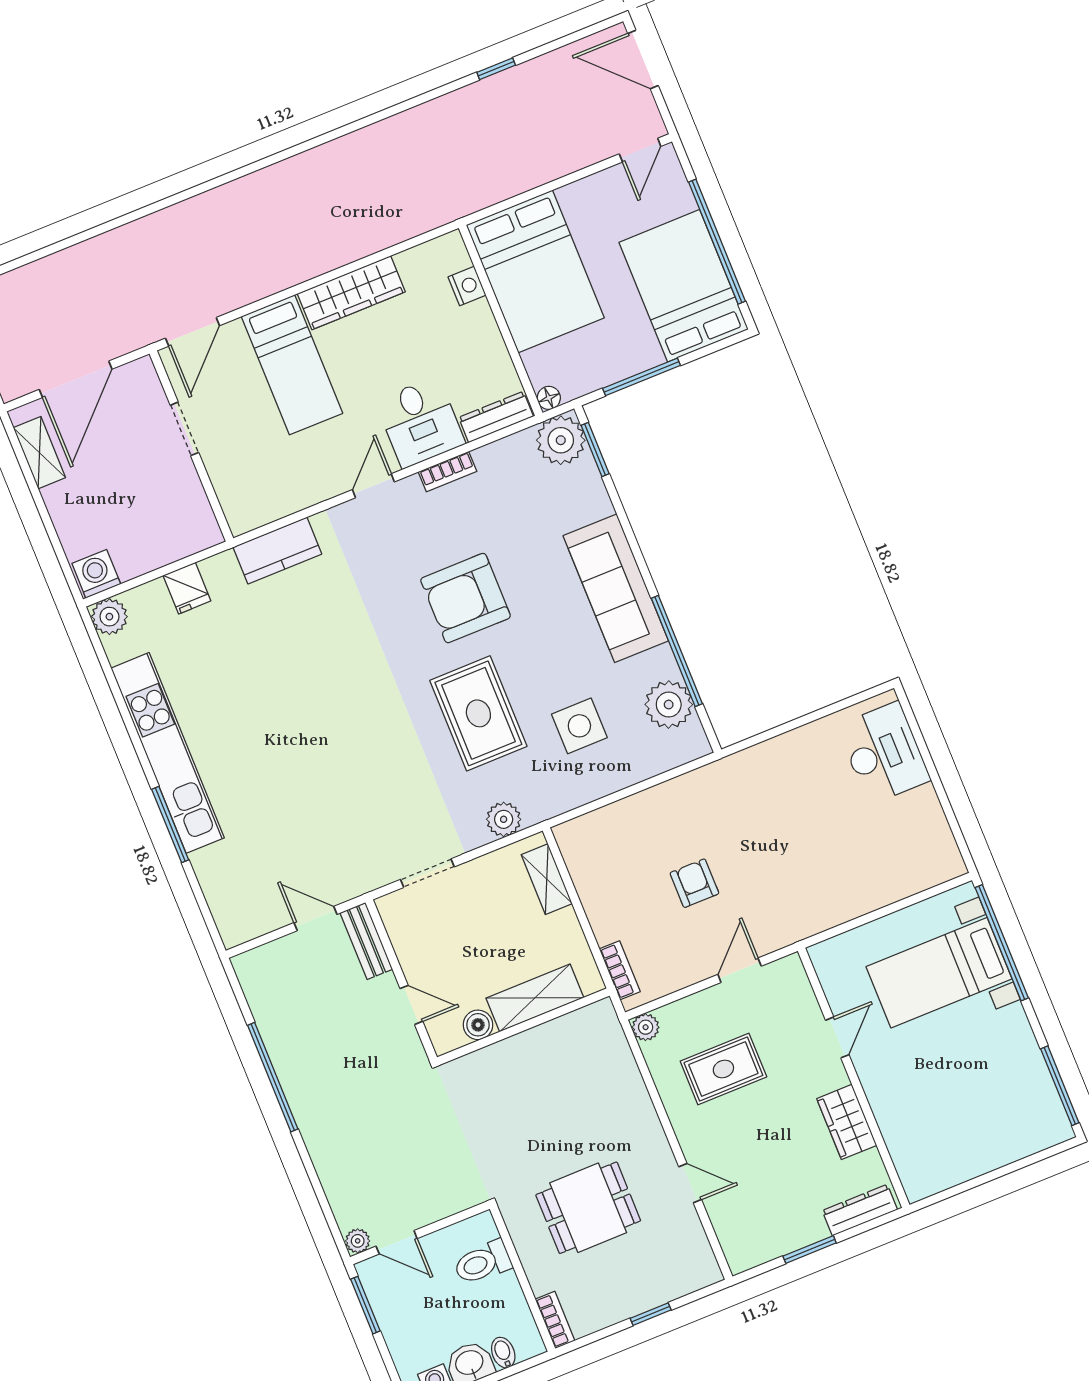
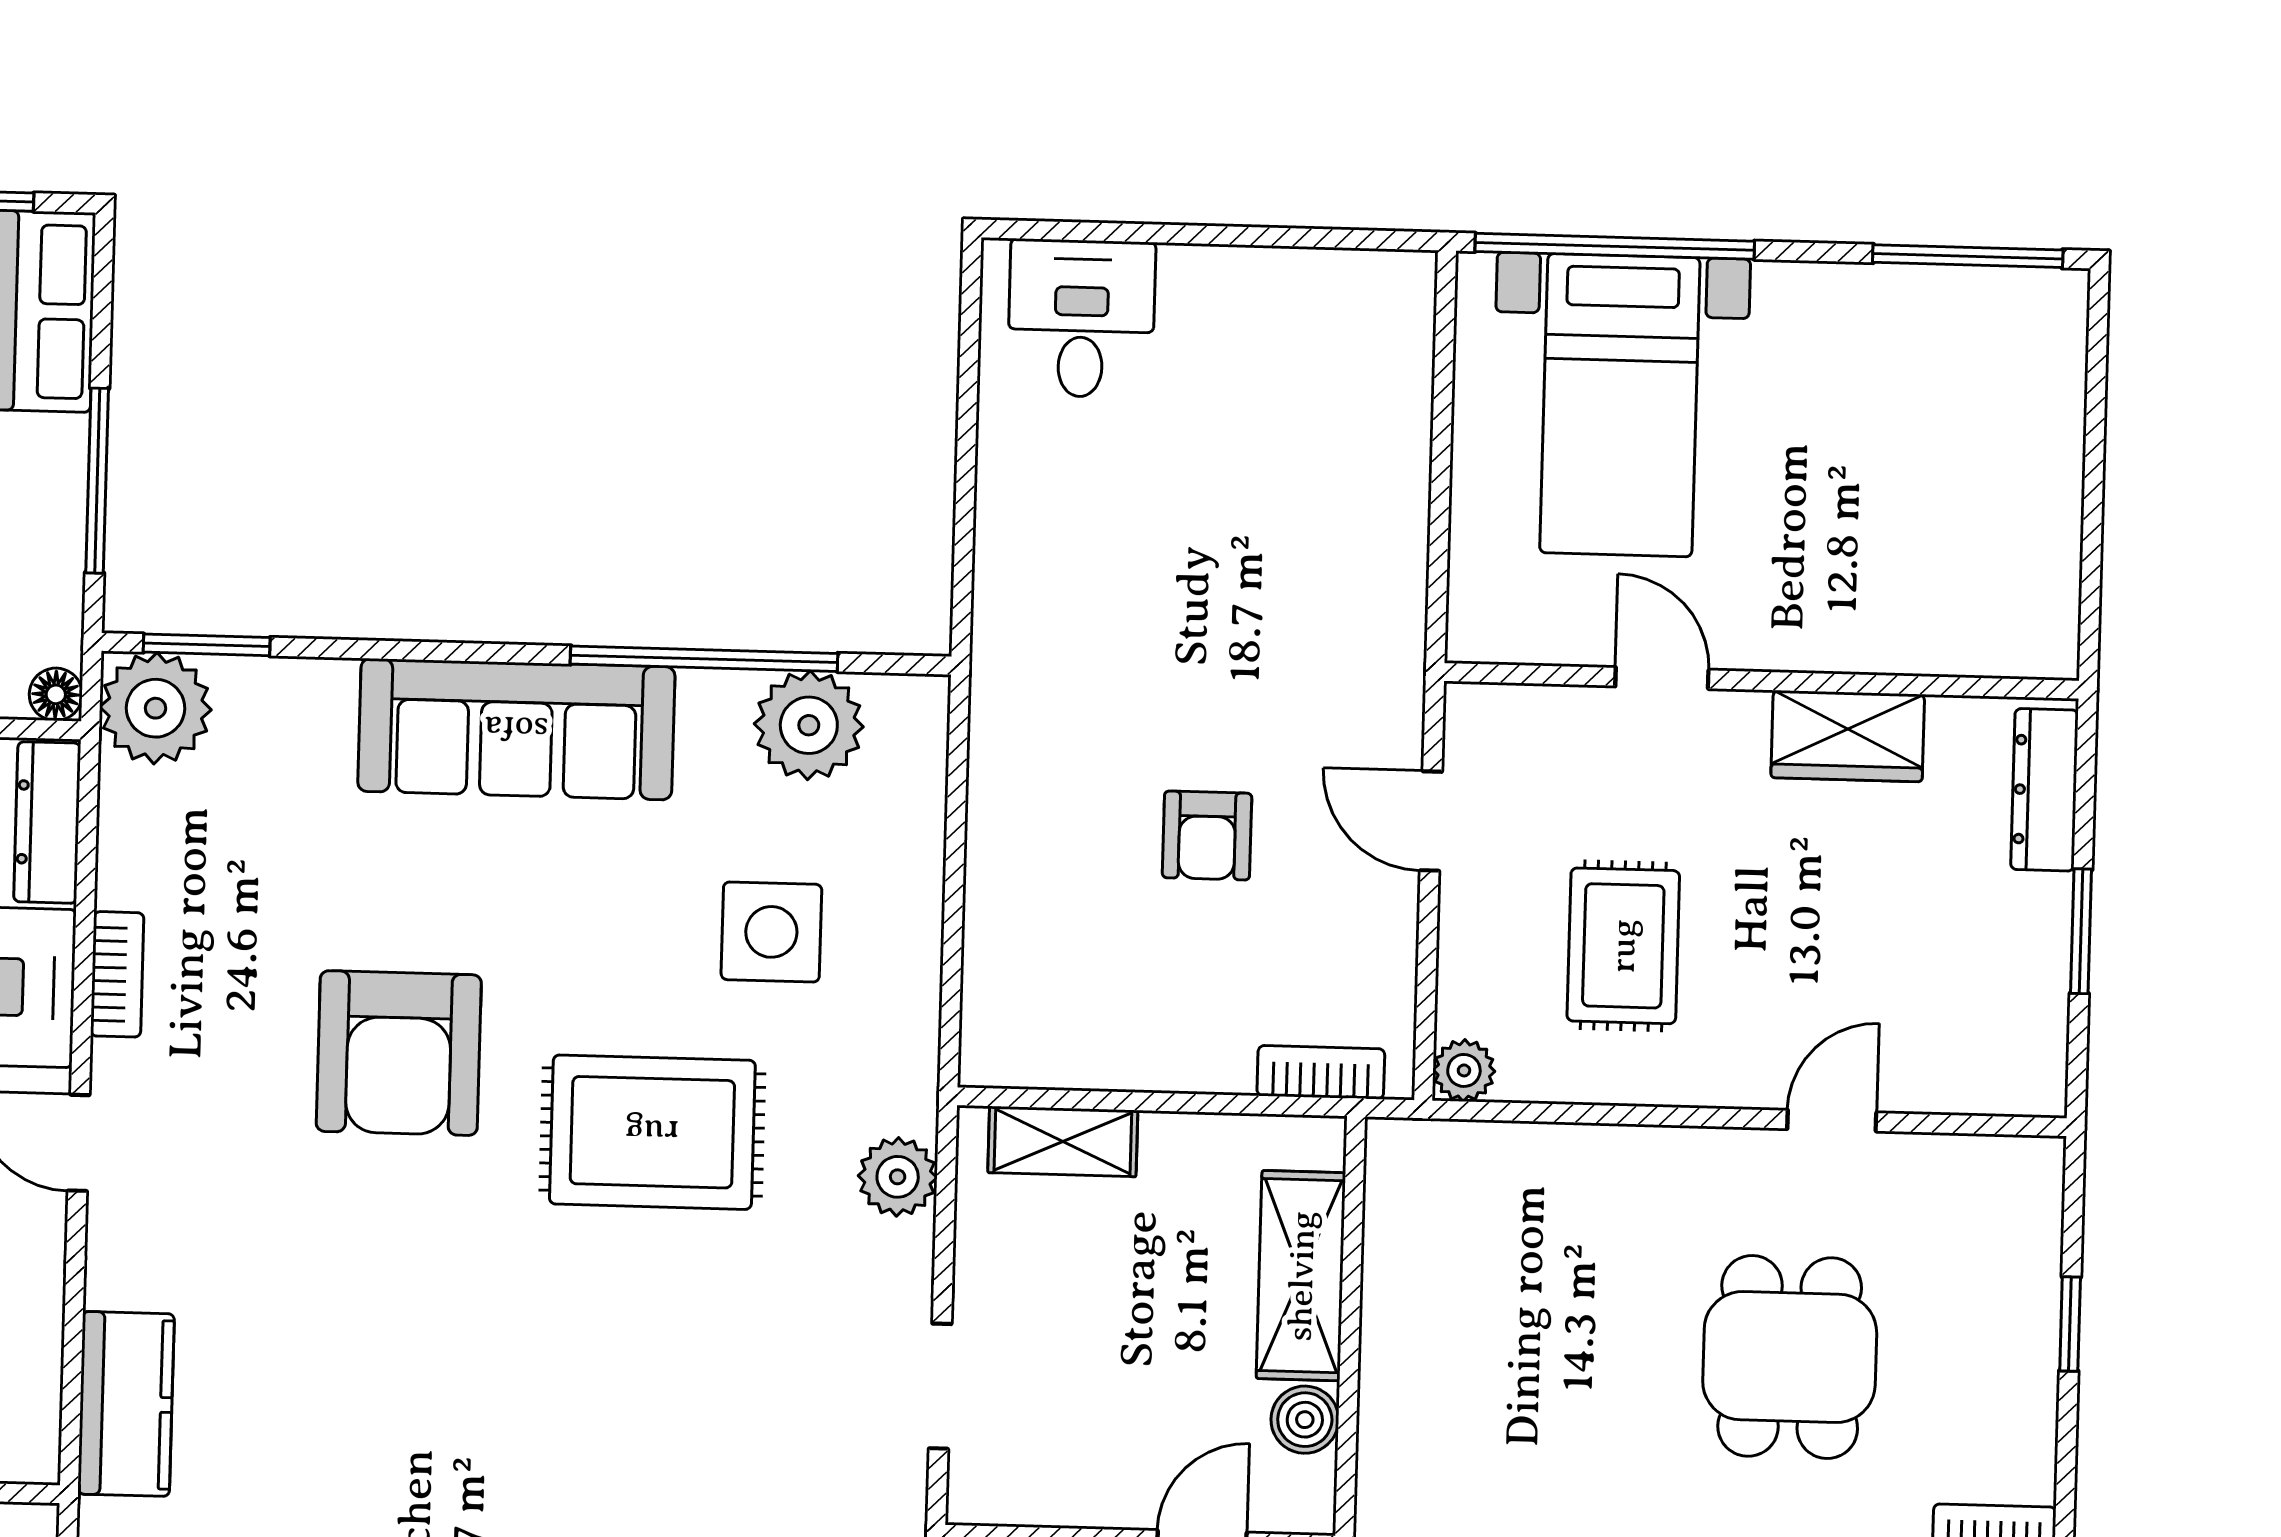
desk: (884, 753) -> (1081, 318), width x0.73
armchair: (694, 883) -> (1207, 835), turned -90

